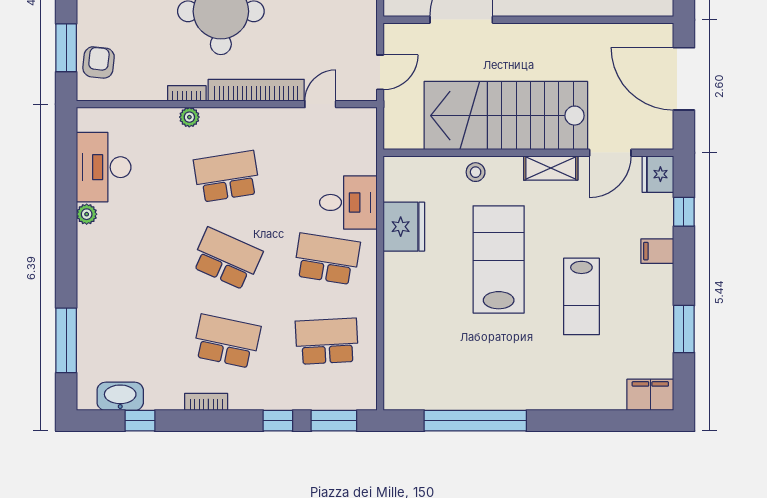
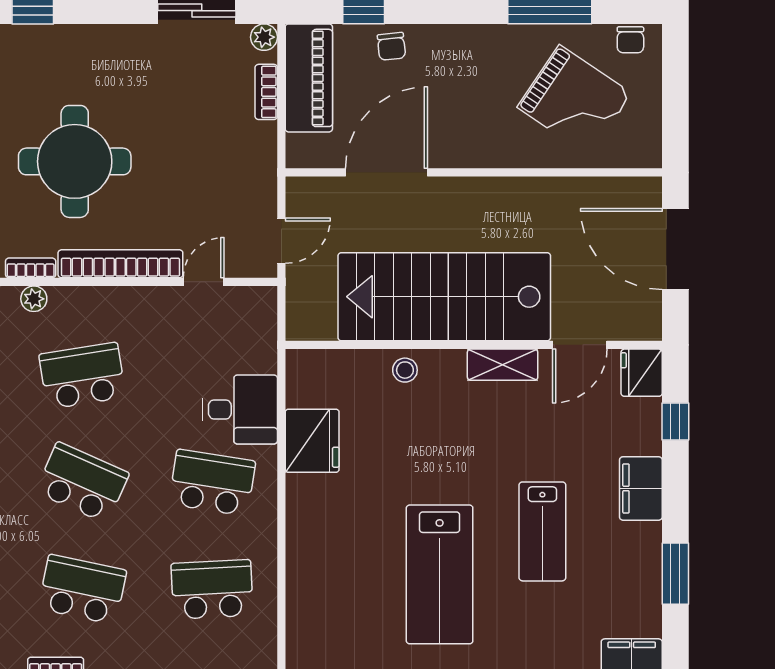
filing cabinet: (657, 251) -> (641, 488), width x2.00
lab bench: (499, 259) -> (440, 574), moved, turned 180

